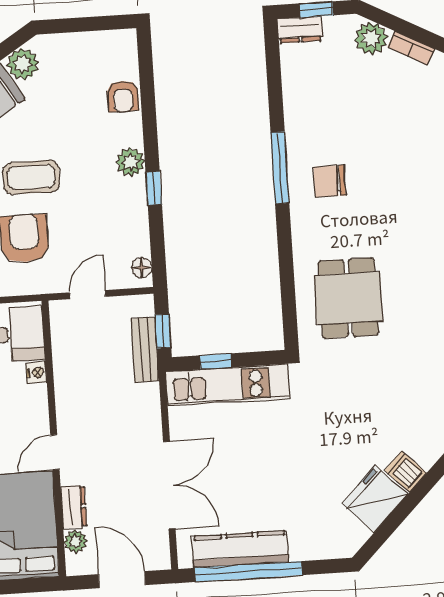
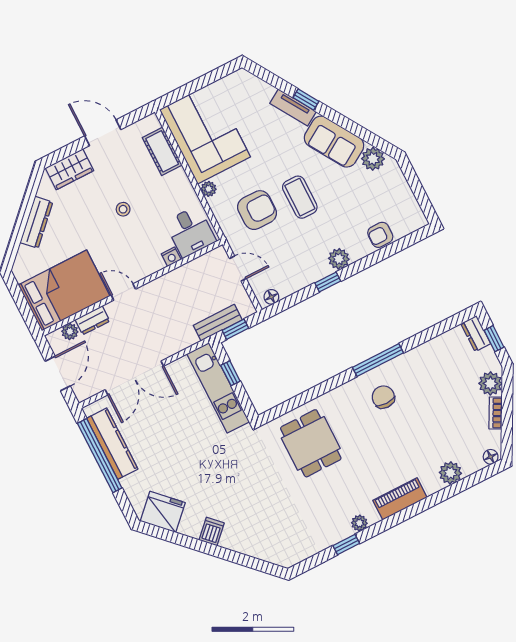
dining table: (348, 298) -> (311, 443), turned 90
fridge: (375, 499) -> (163, 512), moved

